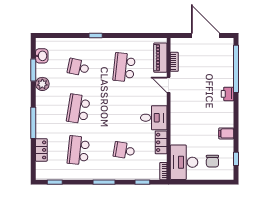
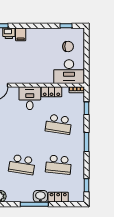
washbasin: (42, 130) -> (40, 196), added
filing cabinet: (226, 133) -> (21, 34), moved
school desk: (124, 150) -> (59, 124), width x1.85

